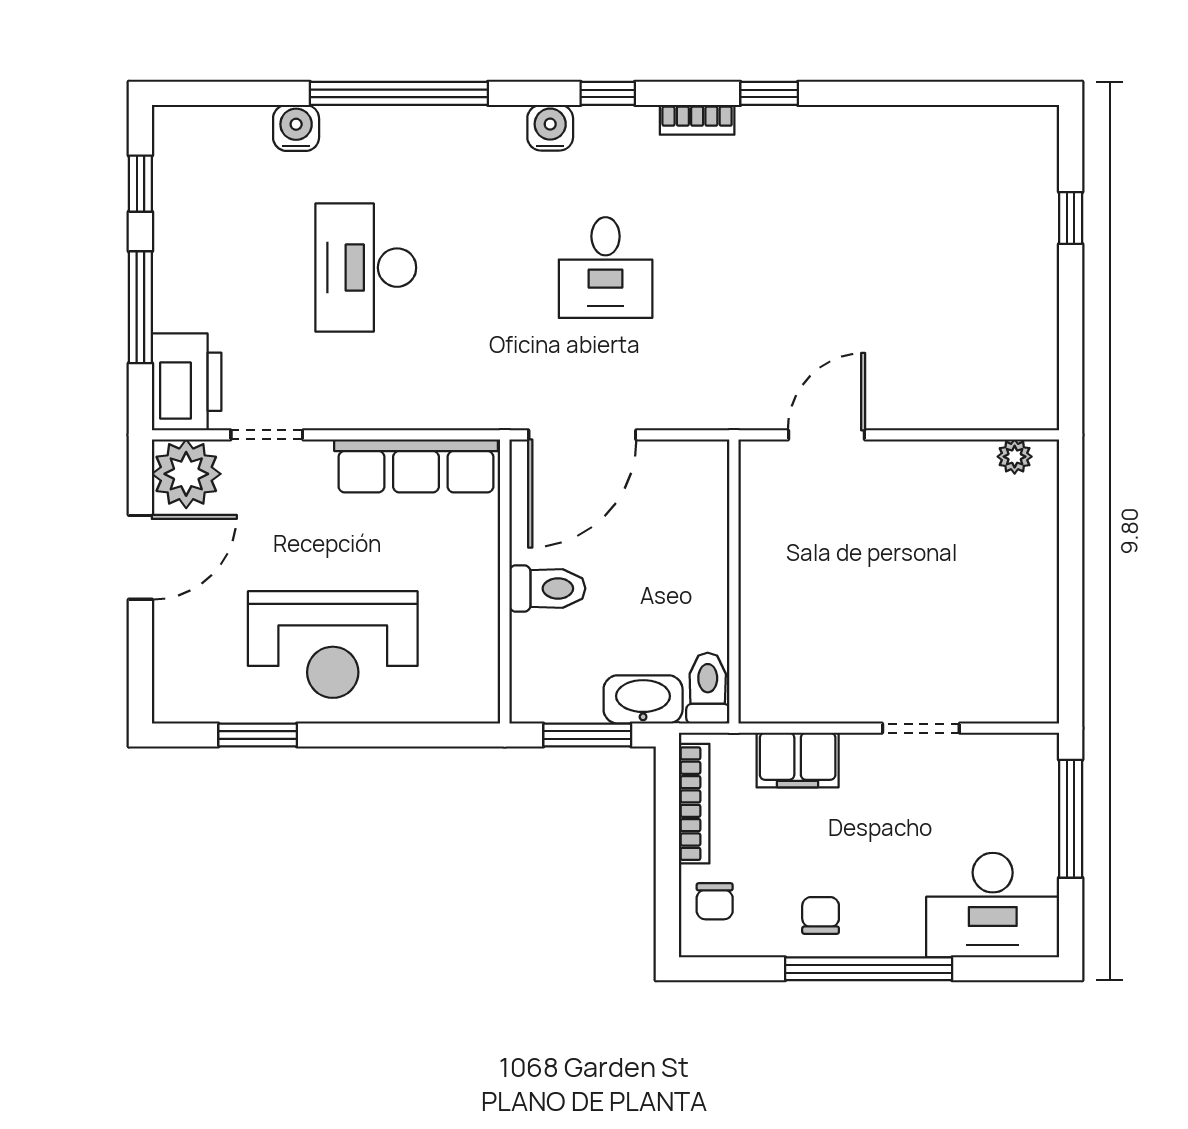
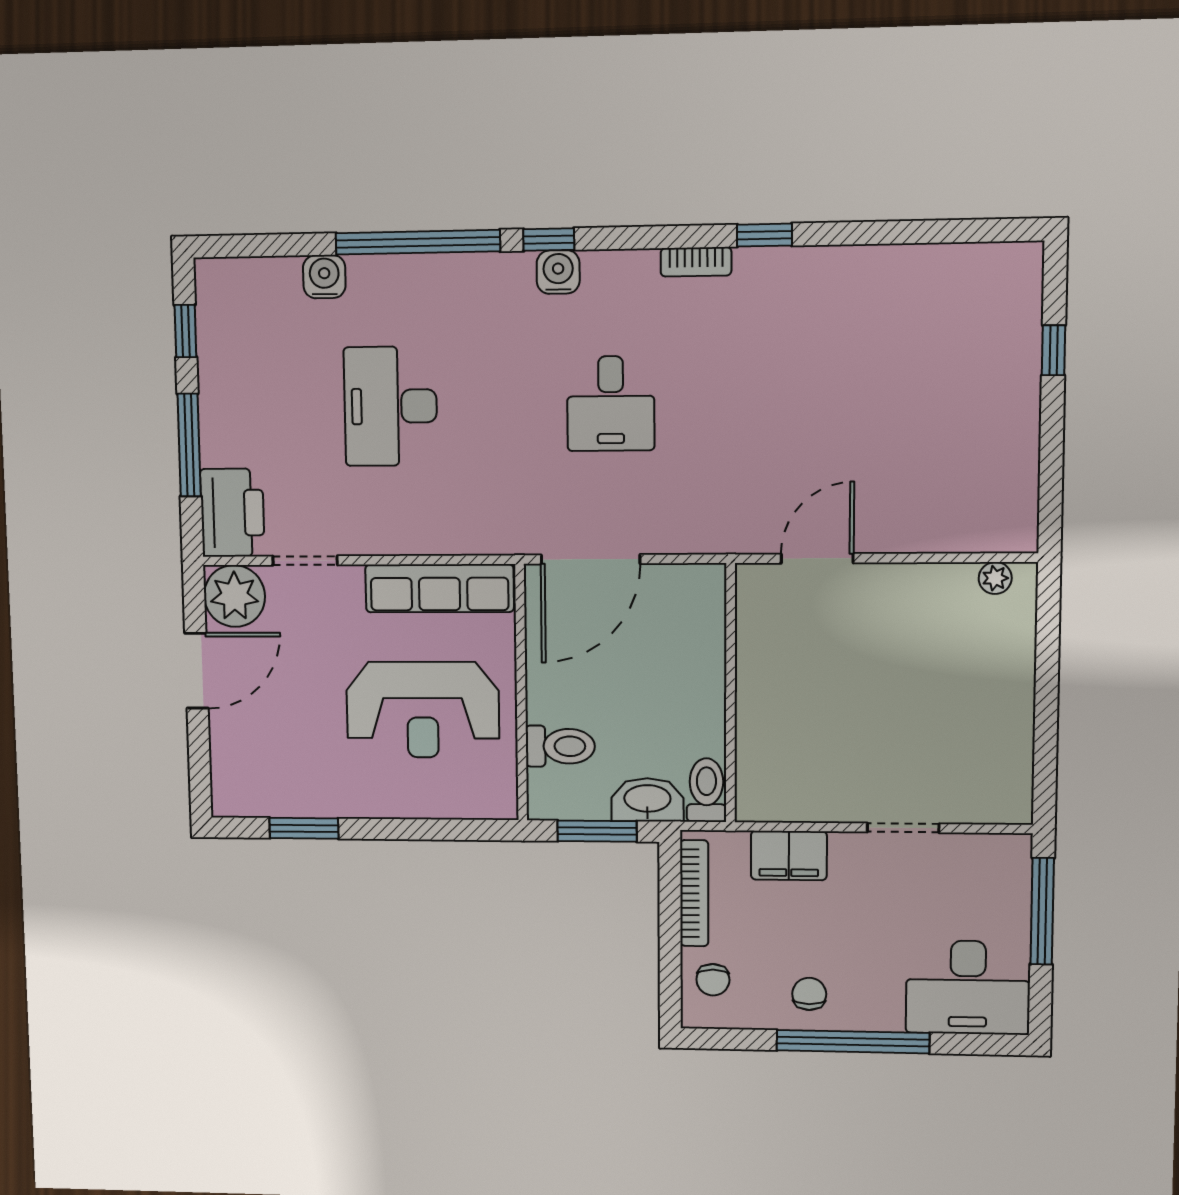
window: (608, 93) -> (549, 240), moved
toilet: (547, 588) -> (560, 746), moved
reception desk: (333, 645) -> (423, 710), moved

